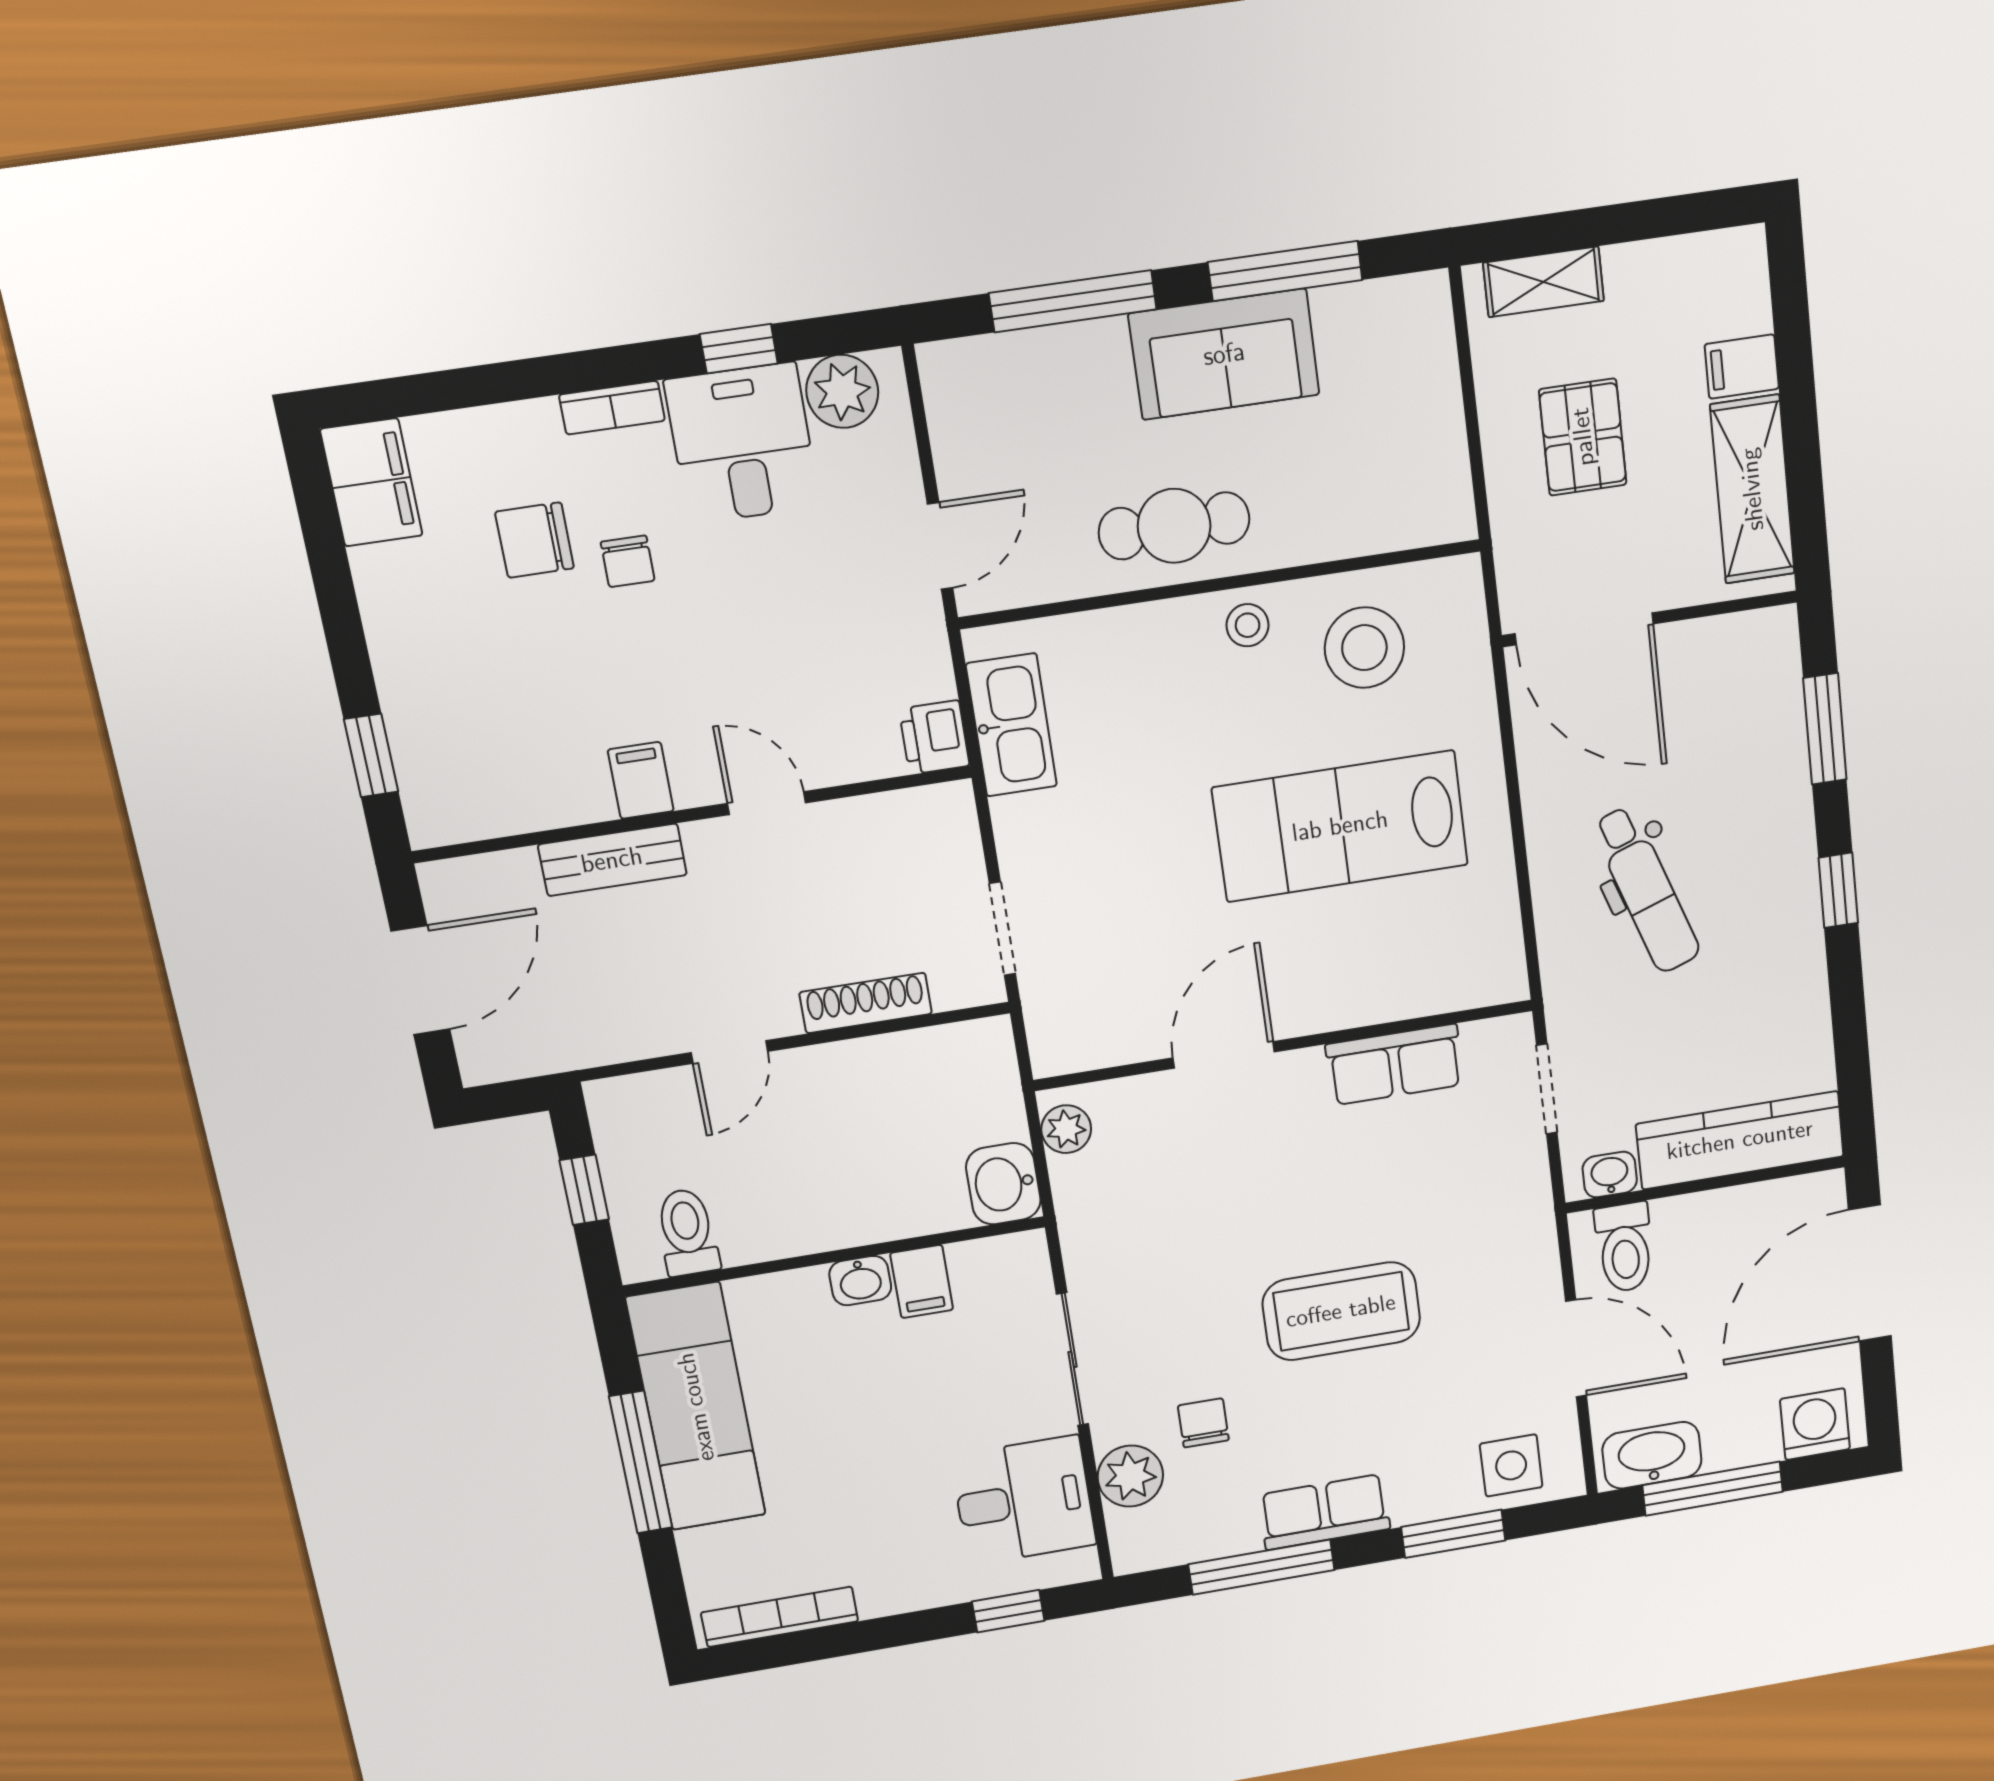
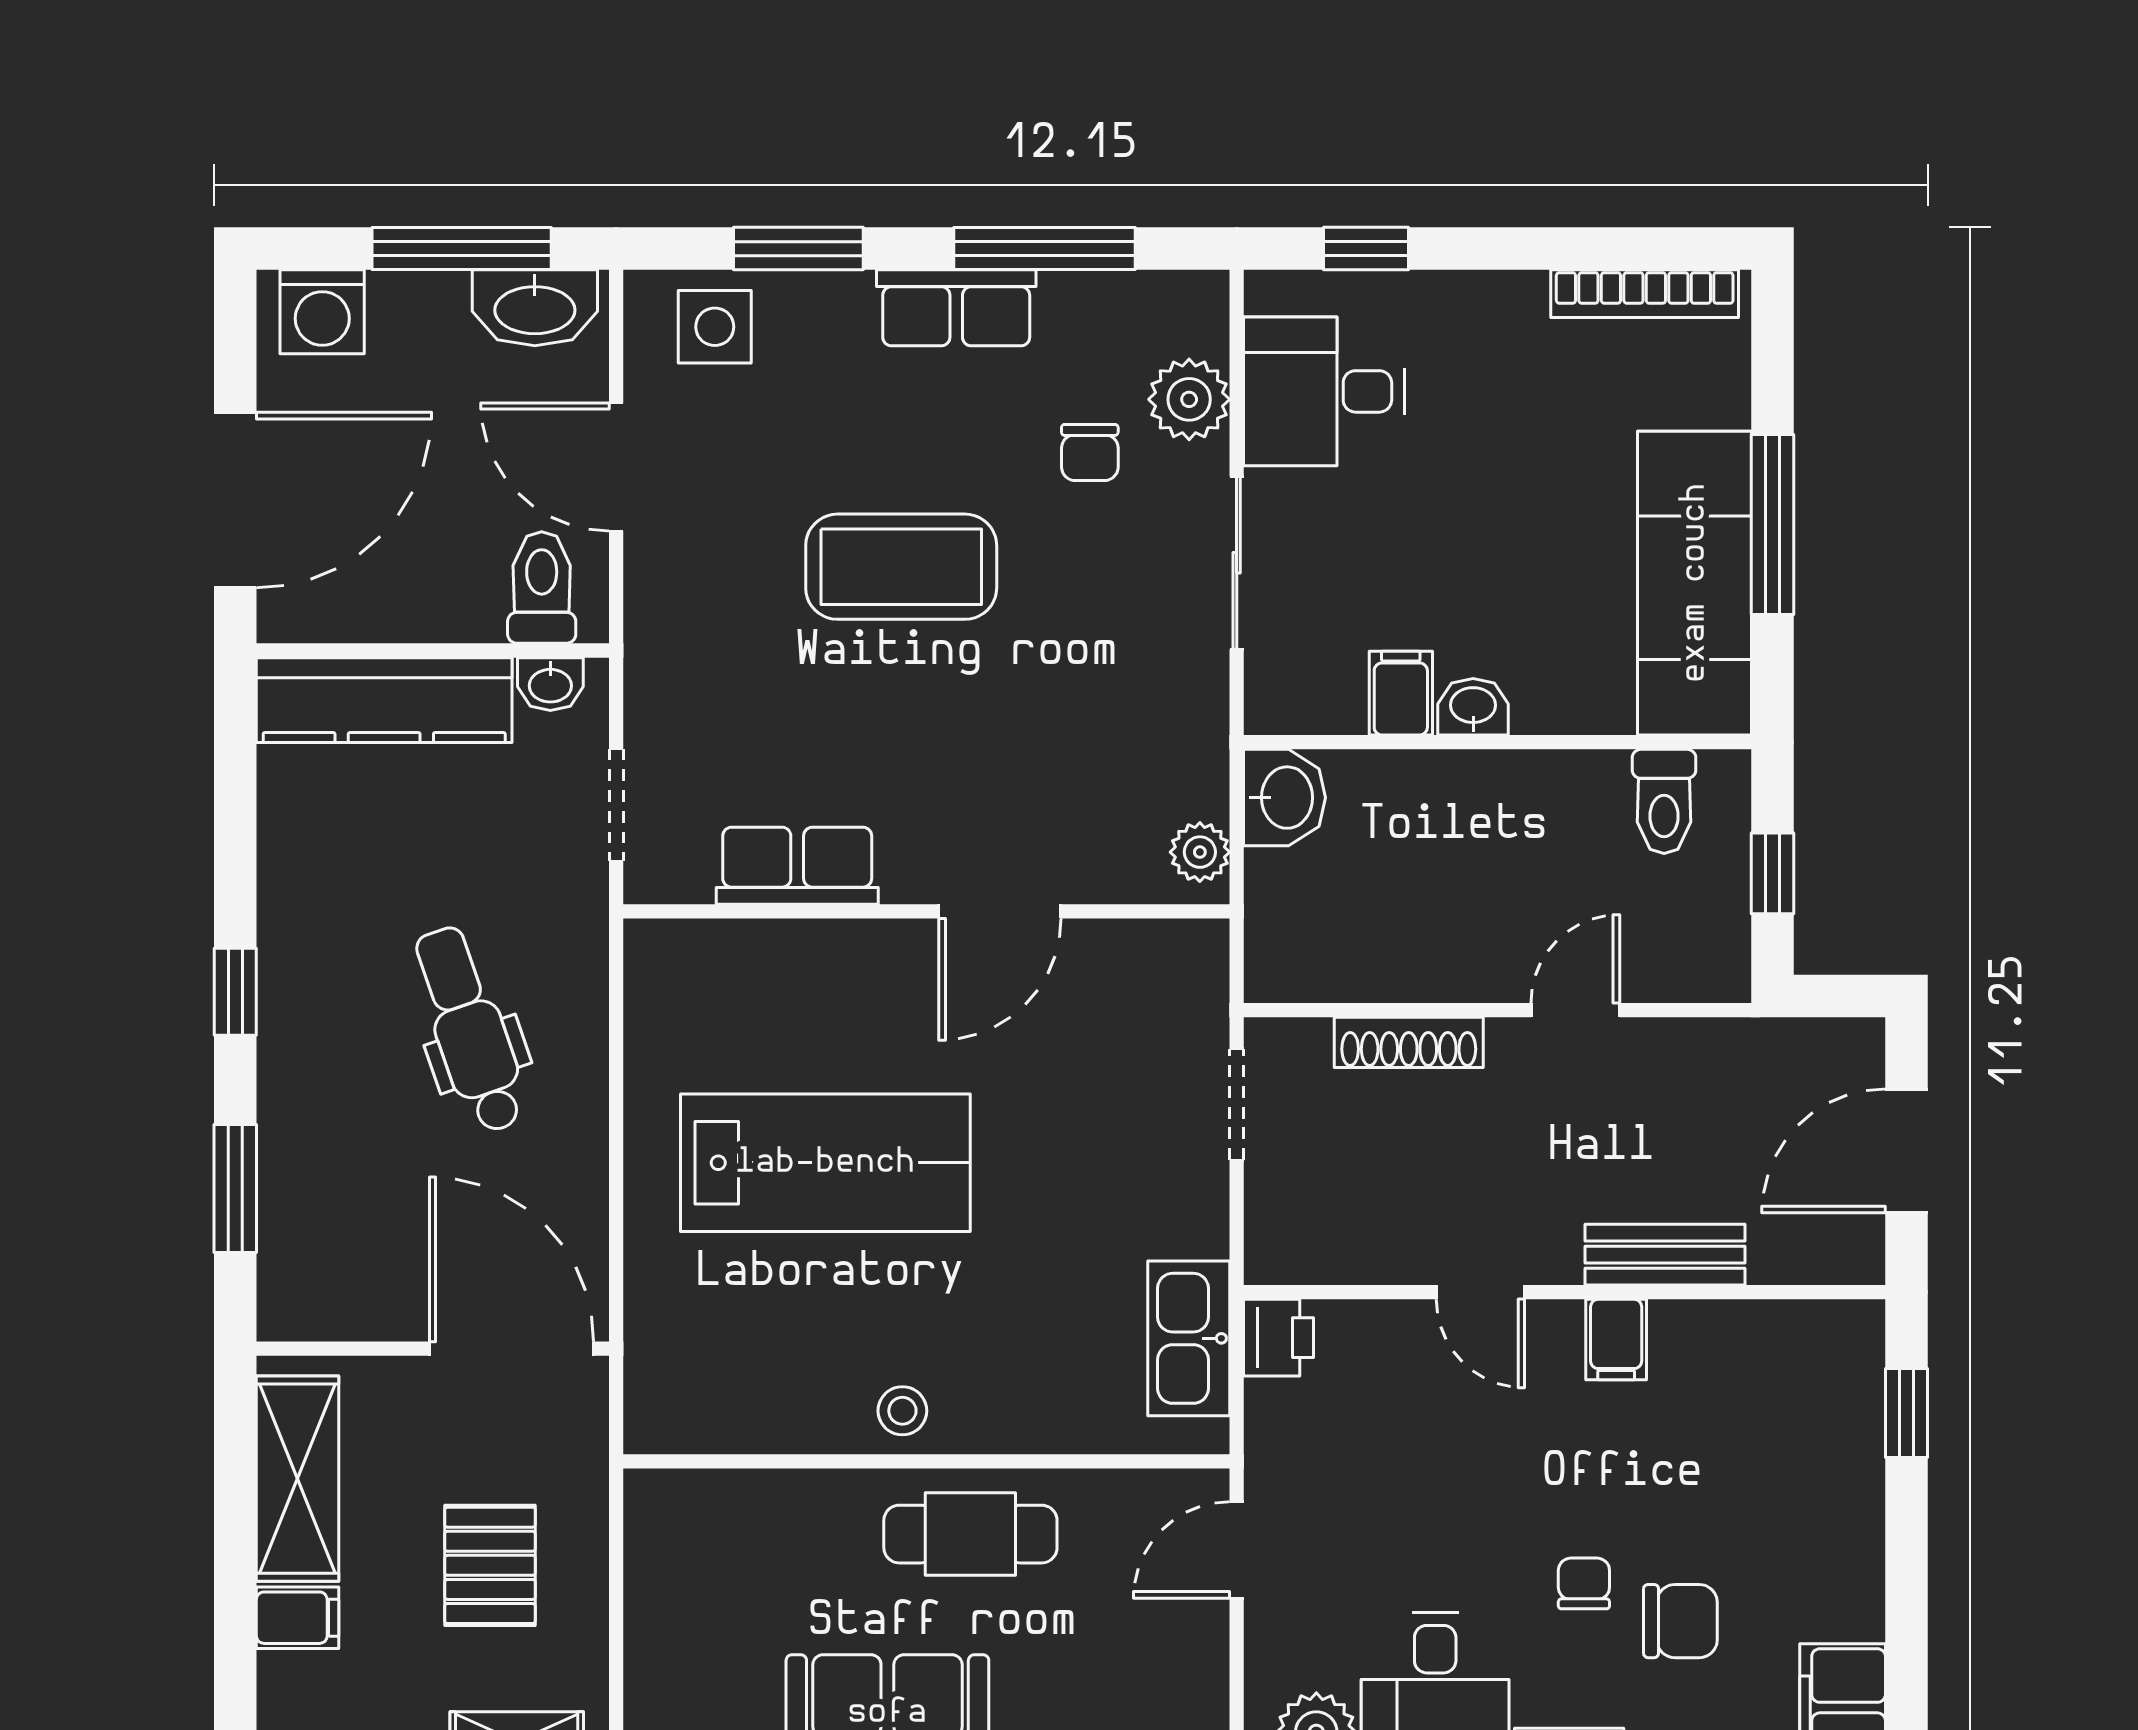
stool: (1364, 648) -> (771, 1365), removed

